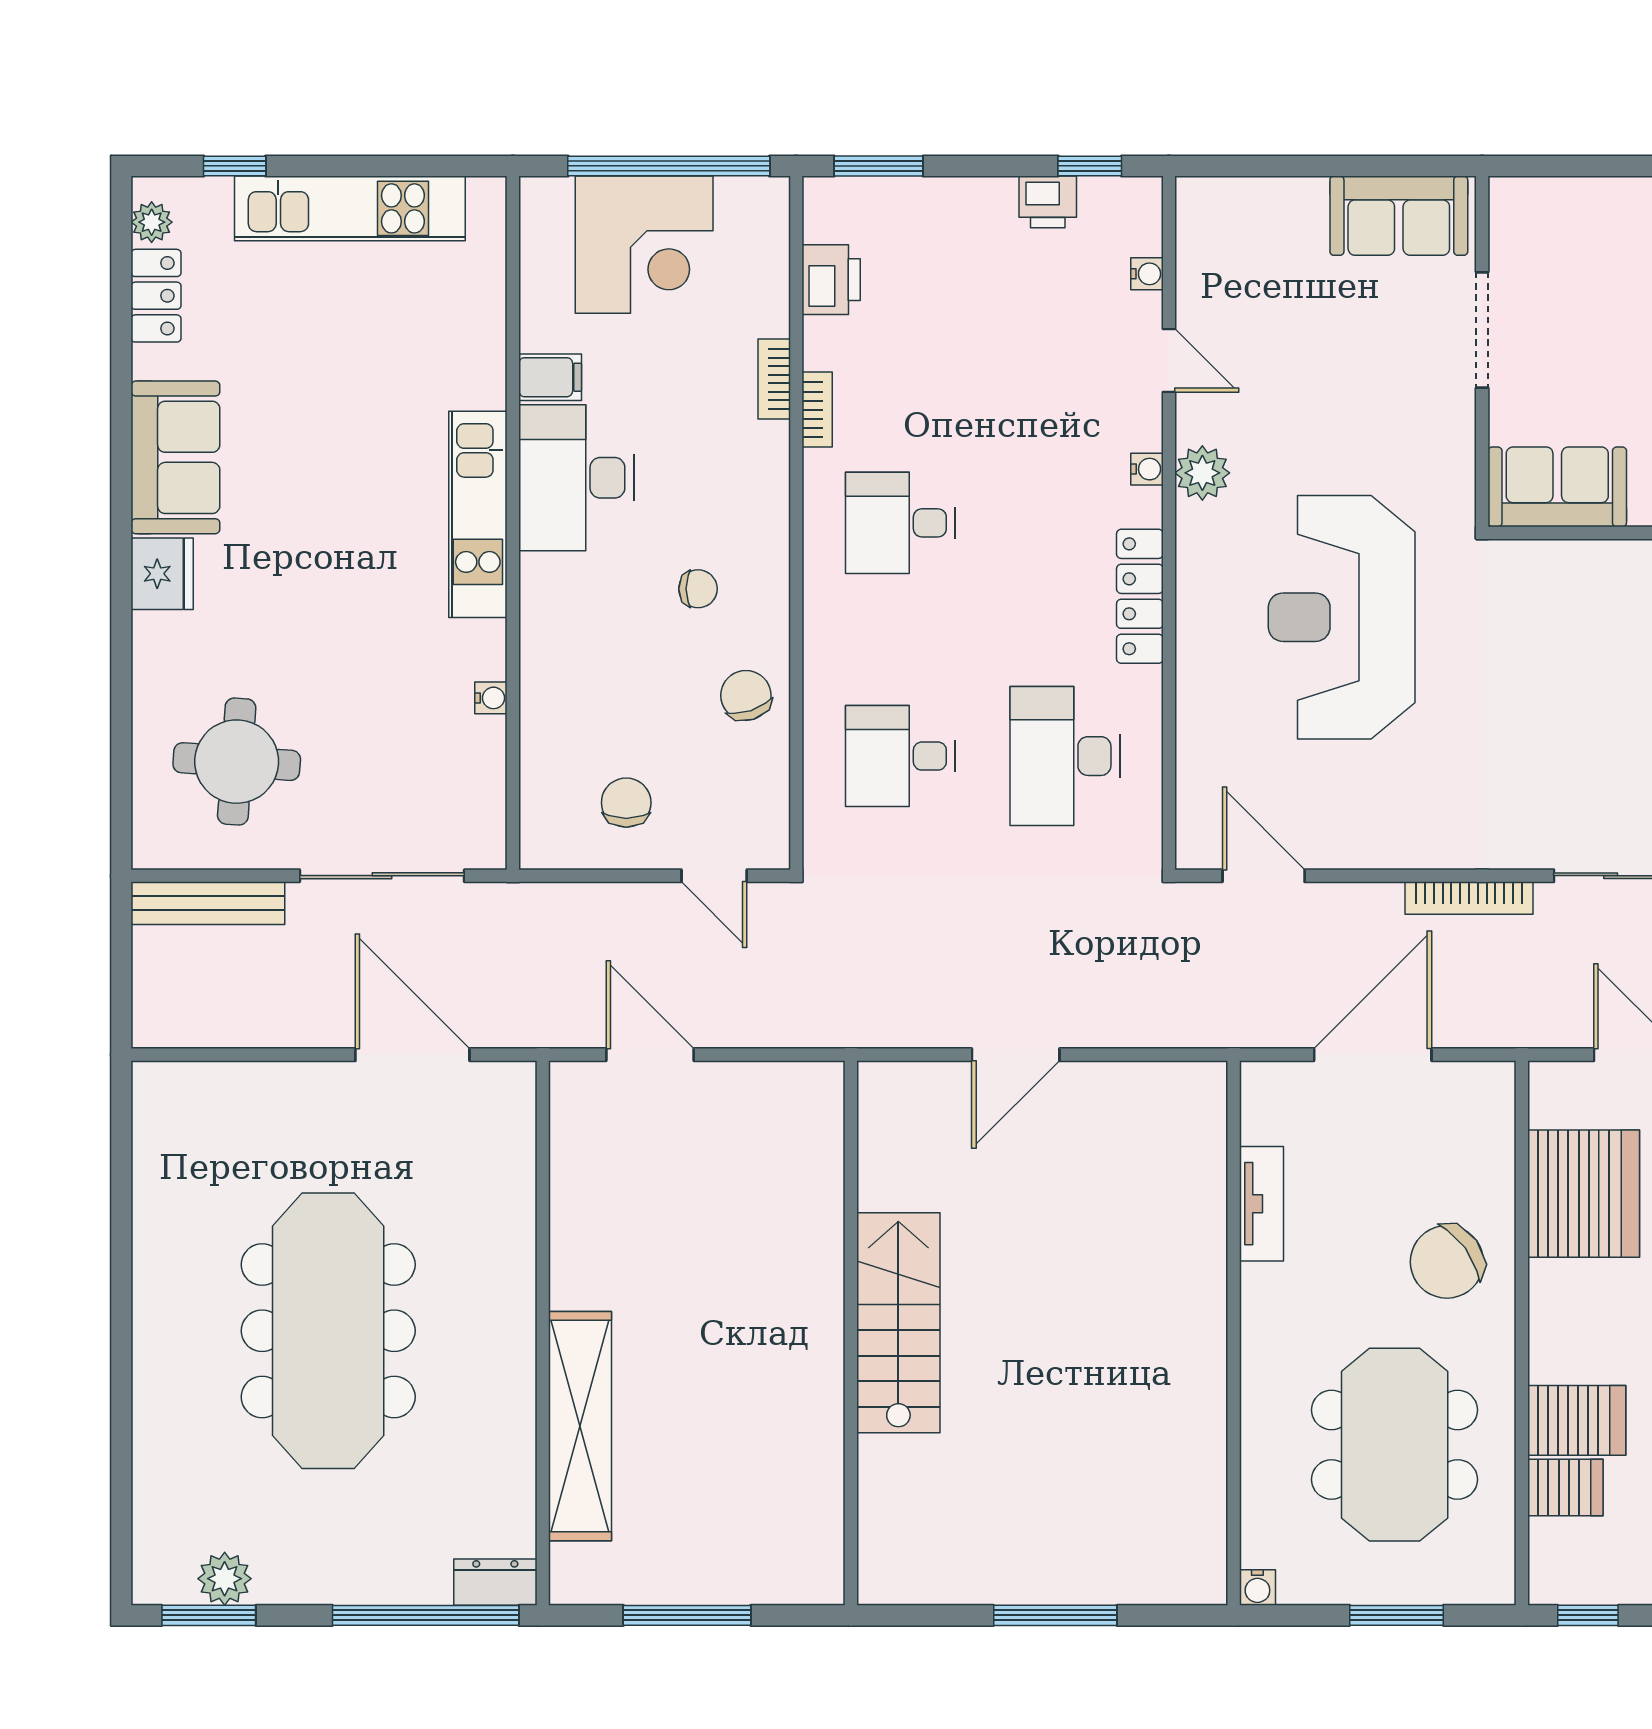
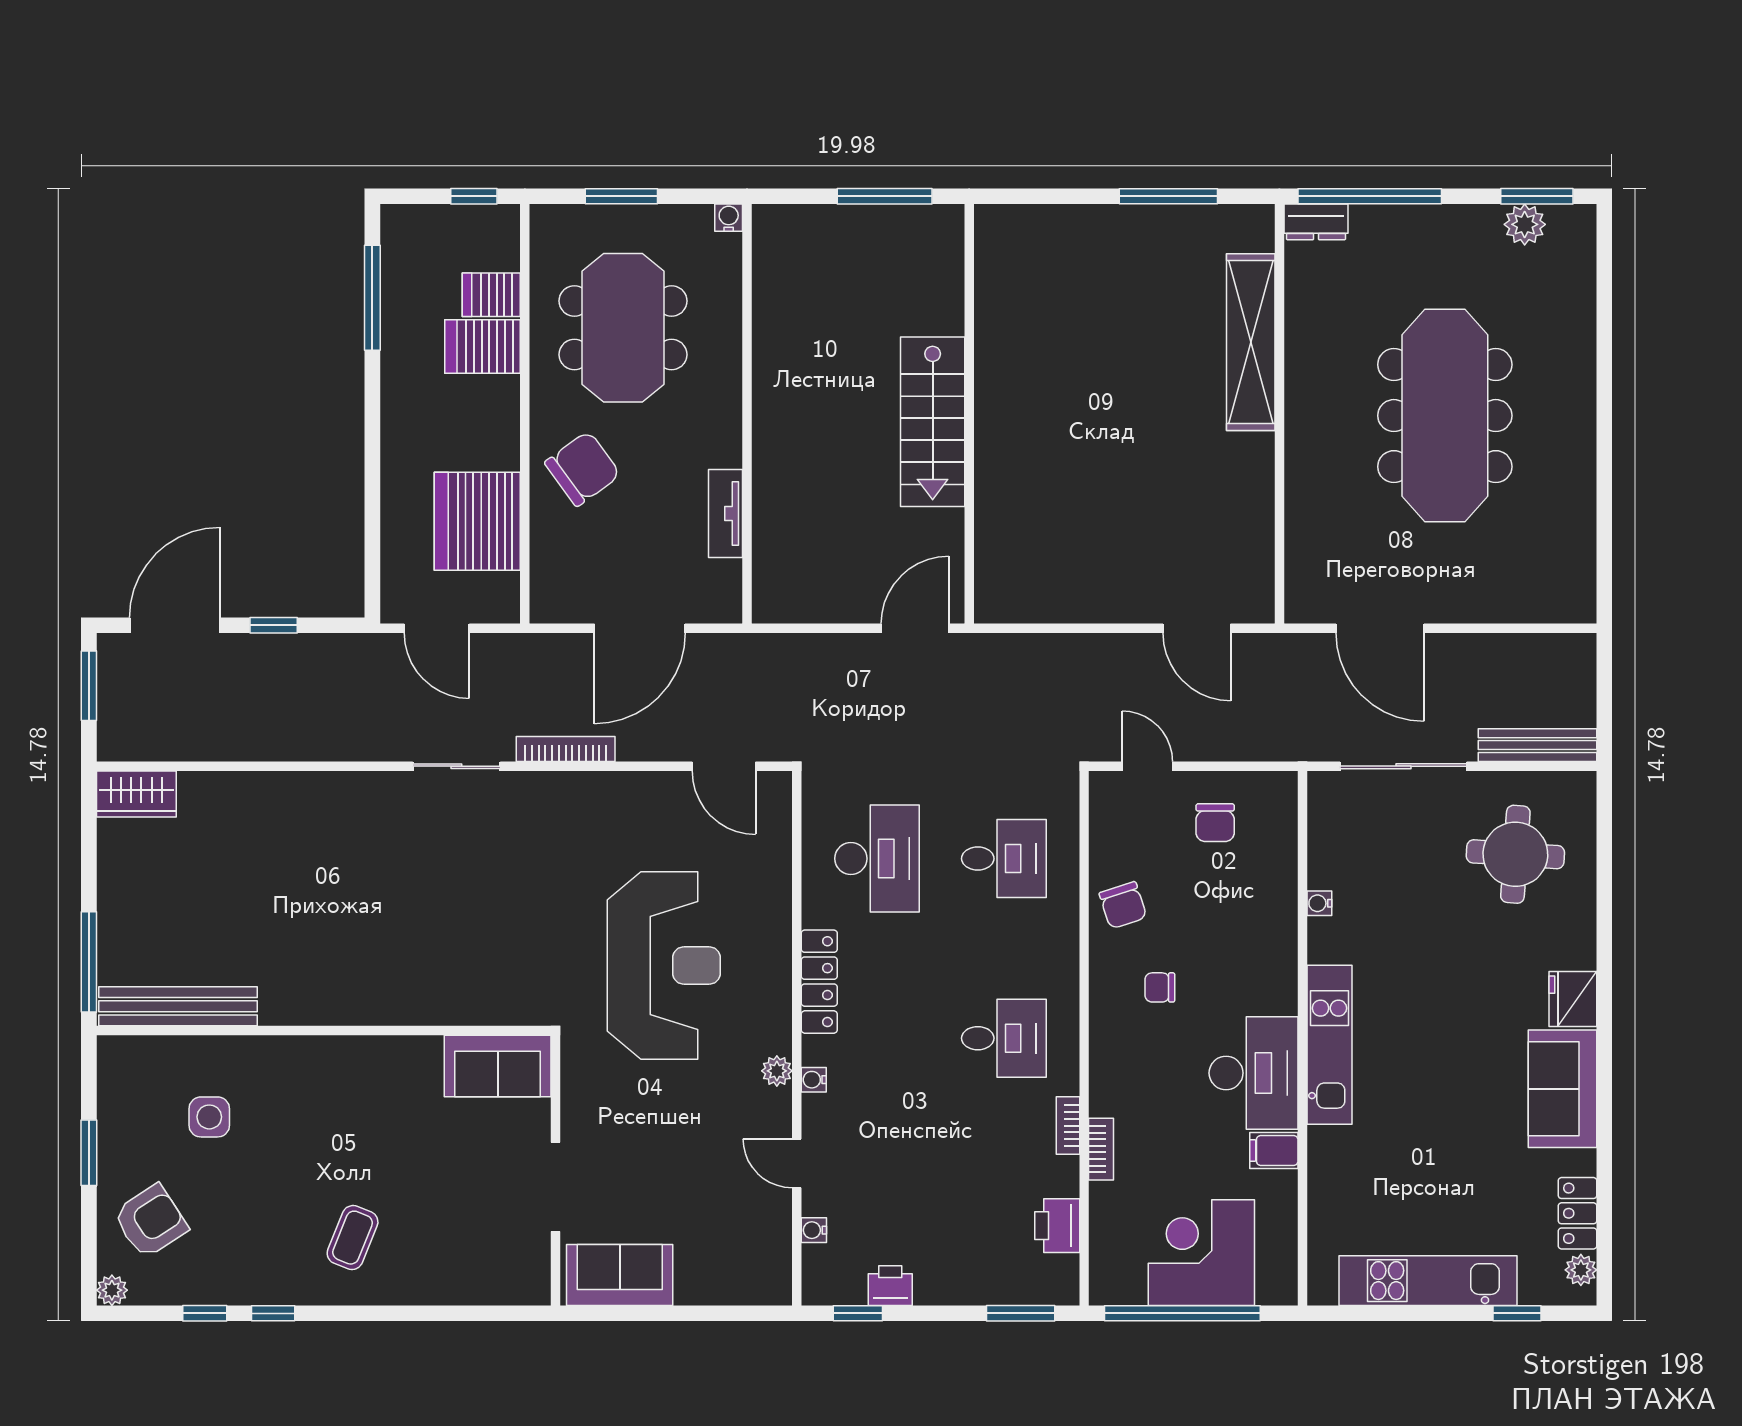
plant: (1202, 473) -> (777, 1071), width x0.73, depth x0.73
stairs: (898, 1323) -> (933, 422), moved
wall: (851, 1333) -> (969, 414), moved

